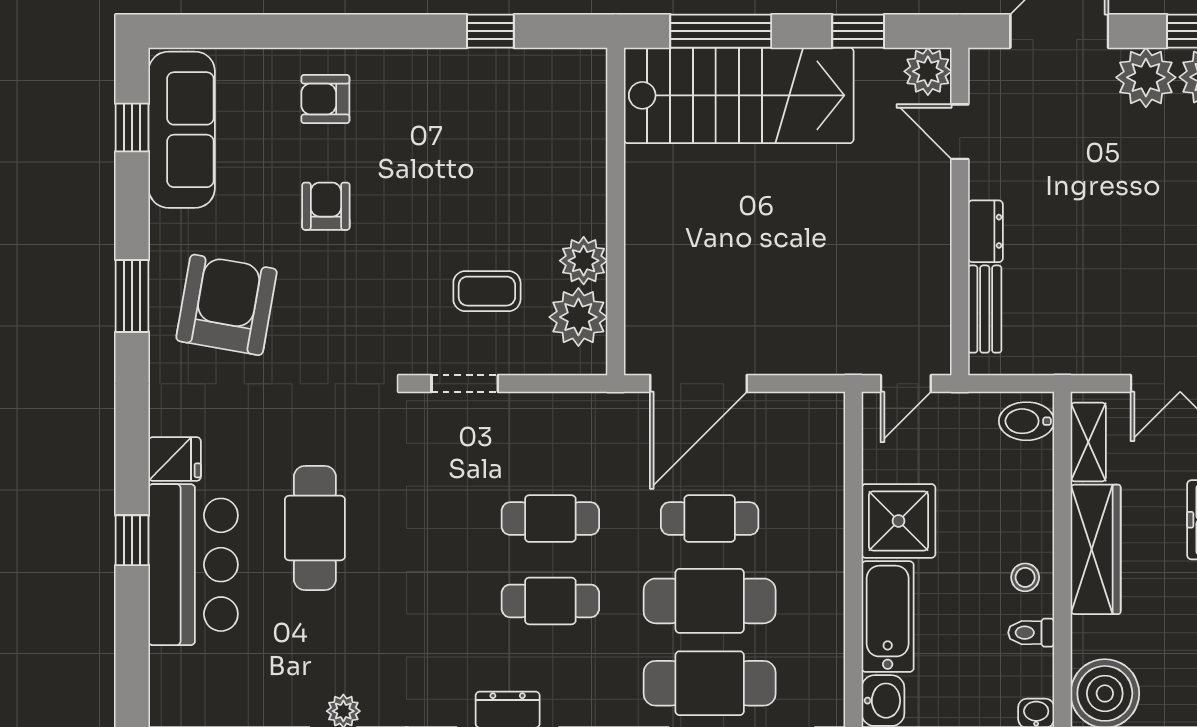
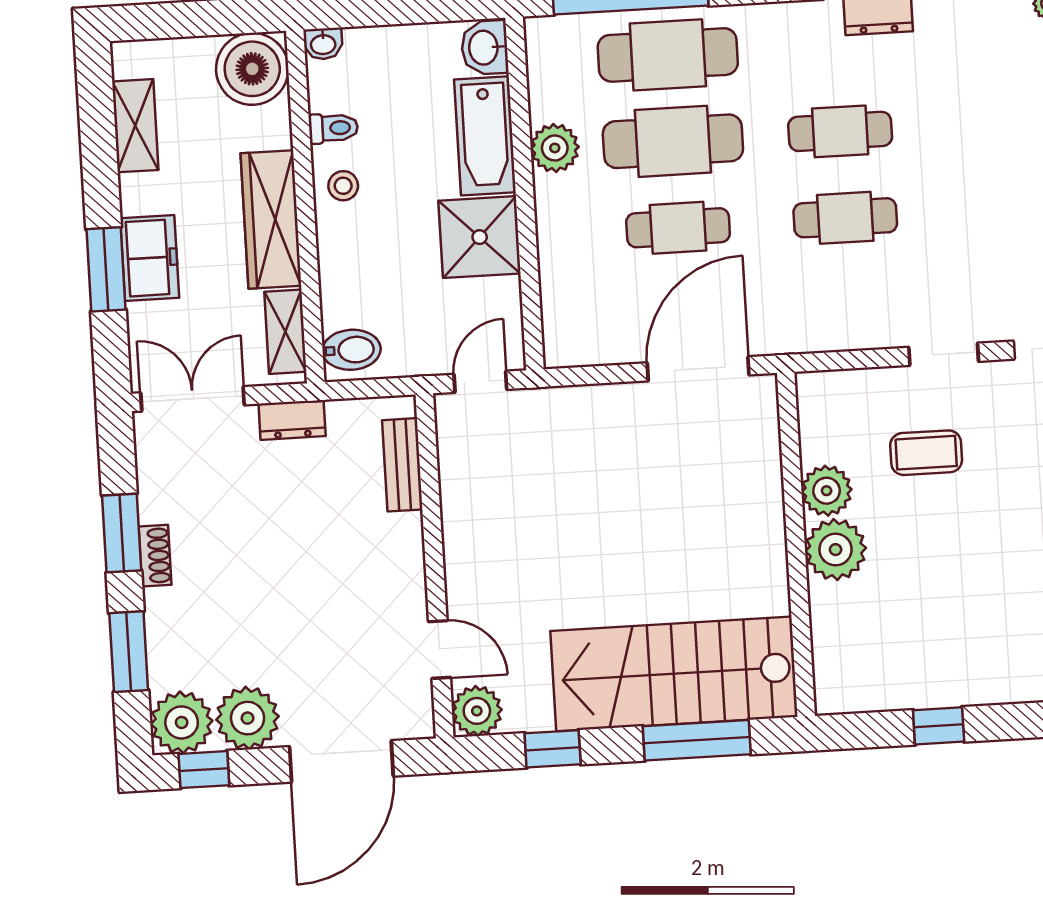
dresser: (985, 231) -> (292, 420), moved, turned -90
plant: (578, 317) -> (836, 550), moved
plant: (822, 601) -> (555, 148), added

